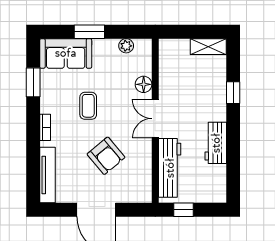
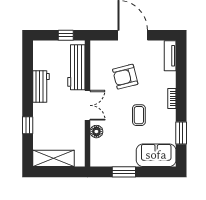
window: (89, 32) -> (124, 172), moved
plant: (126, 46) -> (110, 161), removed
shelving: (208, 47) -> (54, 158), width x1.50, depth x1.33
armchair: (106, 156) -> (125, 77), turned -64
tv unit: (47, 175) -> (170, 56), width x0.71

